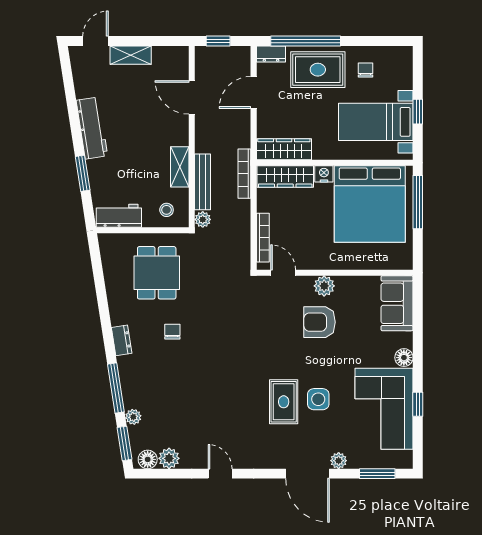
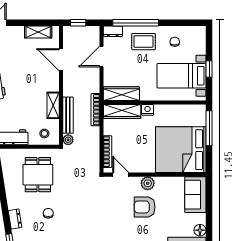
shelving: (131, 55) -> (38, 32), moved
rug: (318, 70) -> (144, 42), width x0.73, depth x0.70
bed: (370, 204) -> (181, 150), moved, turned 90

